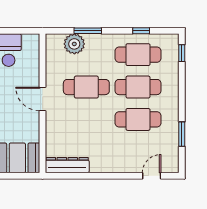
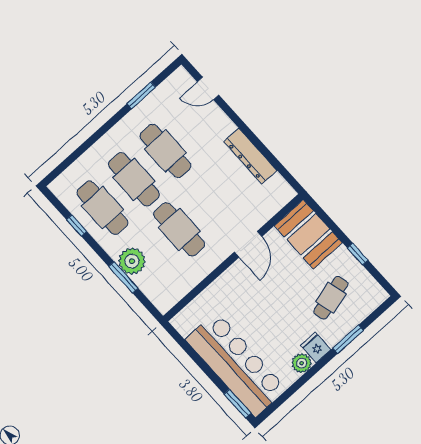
plant: (74, 44) -> (132, 261), moved
window: (182, 53) -> (63, 166), removed
door: (43, 99) -> (248, 244), moved
dresser: (67, 165) -> (250, 156), moved

